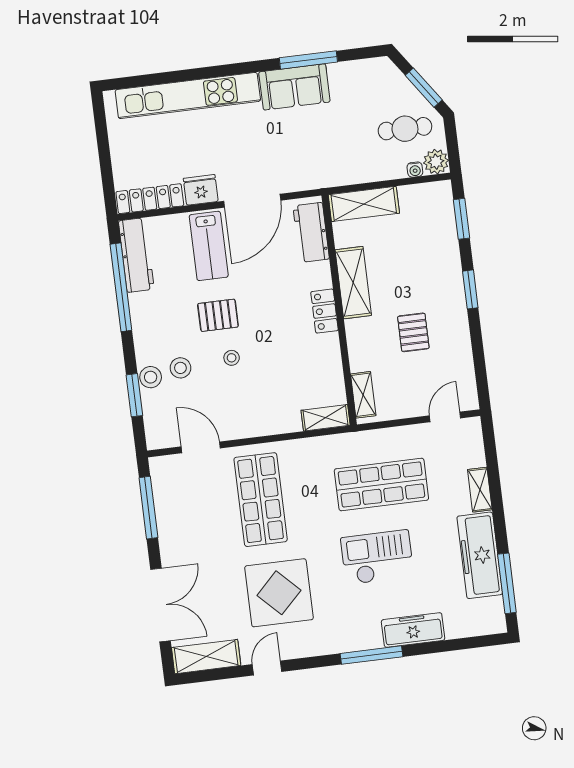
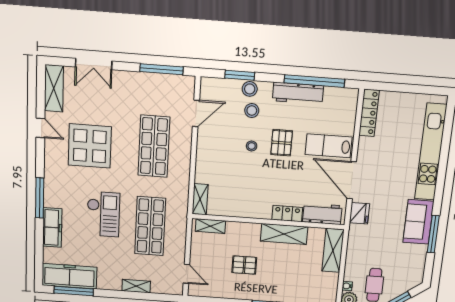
fridge: (201, 190) -> (359, 213), moved
workbench: (136, 255) -> (298, 93), moved
locker: (325, 311) -> (287, 214), moved
shop shelf: (261, 500) -> (154, 146), turned 90
freezer: (480, 555) -> (69, 276), moved
double door: (161, 605) -> (94, 64), width x0.73

